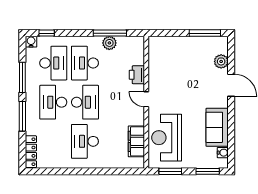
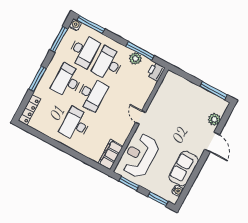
window: (47, 33) -> (91, 25), width x2.17
printer: (137, 75) -> (156, 72), moved
window: (22, 77) -> (59, 39), moved
filing cabinet: (136, 141) -> (110, 155), moved

